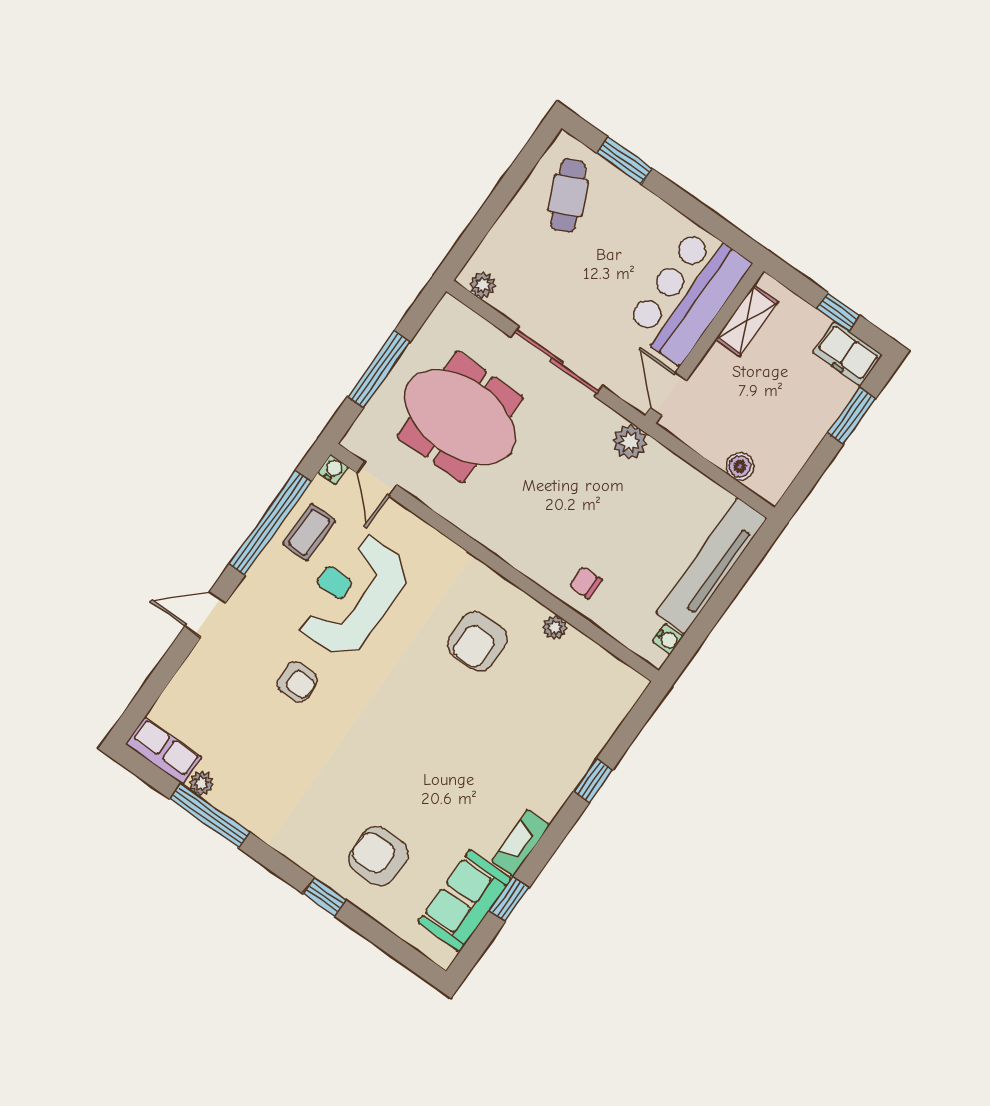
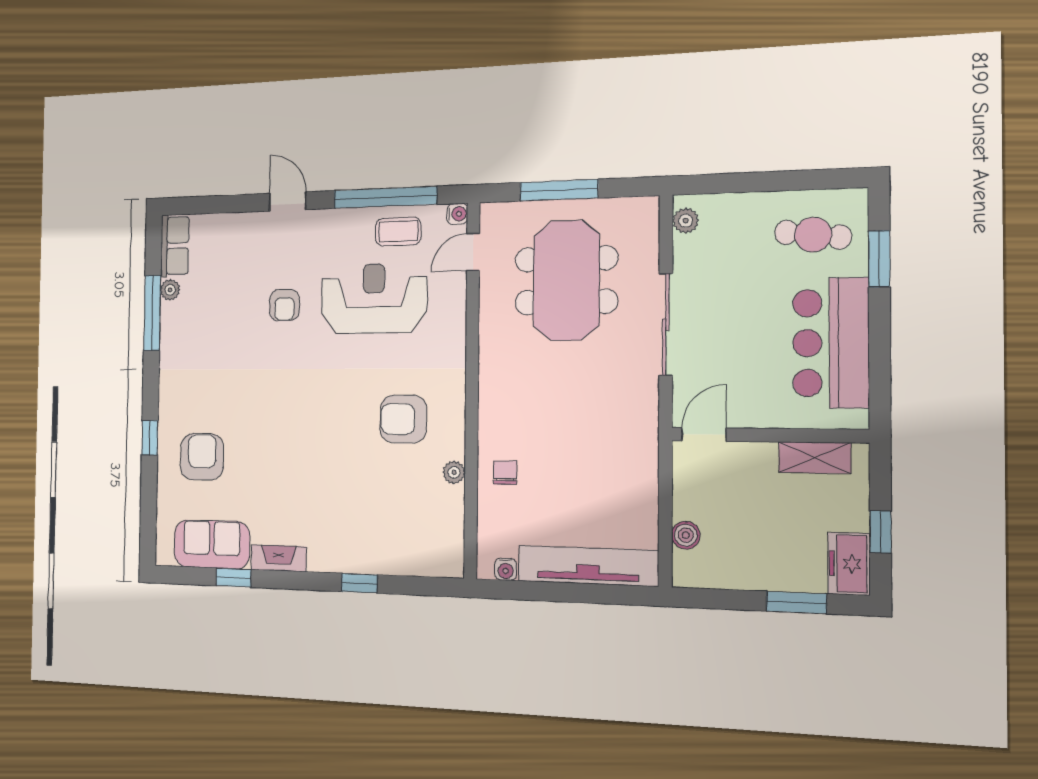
cafe table: (568, 196) -> (813, 235), turned 32
bar counter: (688, 295) -> (831, 343), moved, turned -90
plant: (630, 442) -> (642, 430), removed

